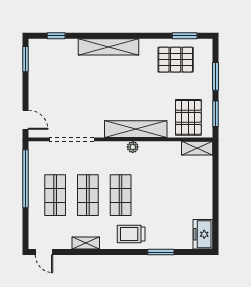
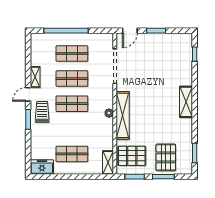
shelving: (109, 47) -> (186, 102), width x0.68
window: (26, 59) -> (156, 31), moved
pallet: (176, 60) -> (166, 157), moved
window: (26, 179) -> (66, 31), moved
shop shelf: (186, 195) -> (72, 154), added
door: (44, 252) -> (28, 94), moved
window: (161, 252) -> (28, 119), moved

